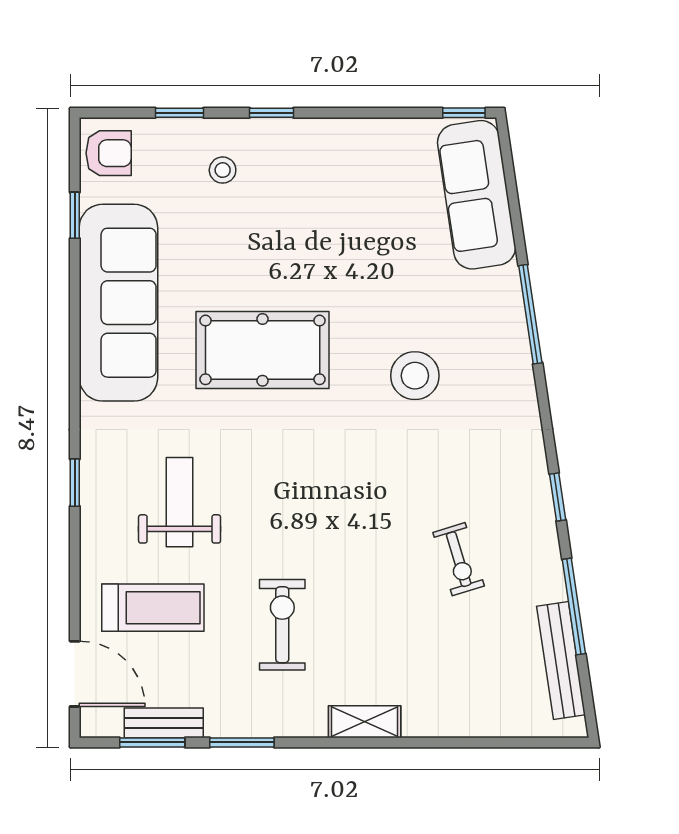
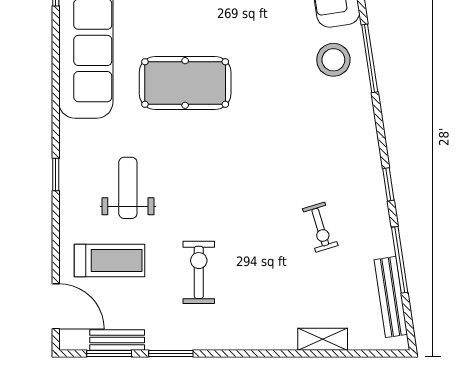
stool: (415, 376) -> (333, 60), moved
shelving: (365, 722) -> (323, 339), moved

